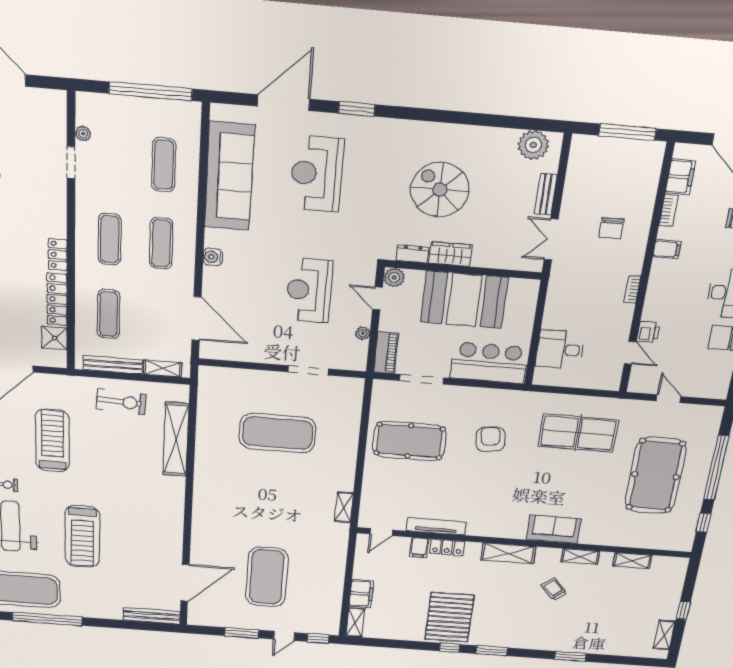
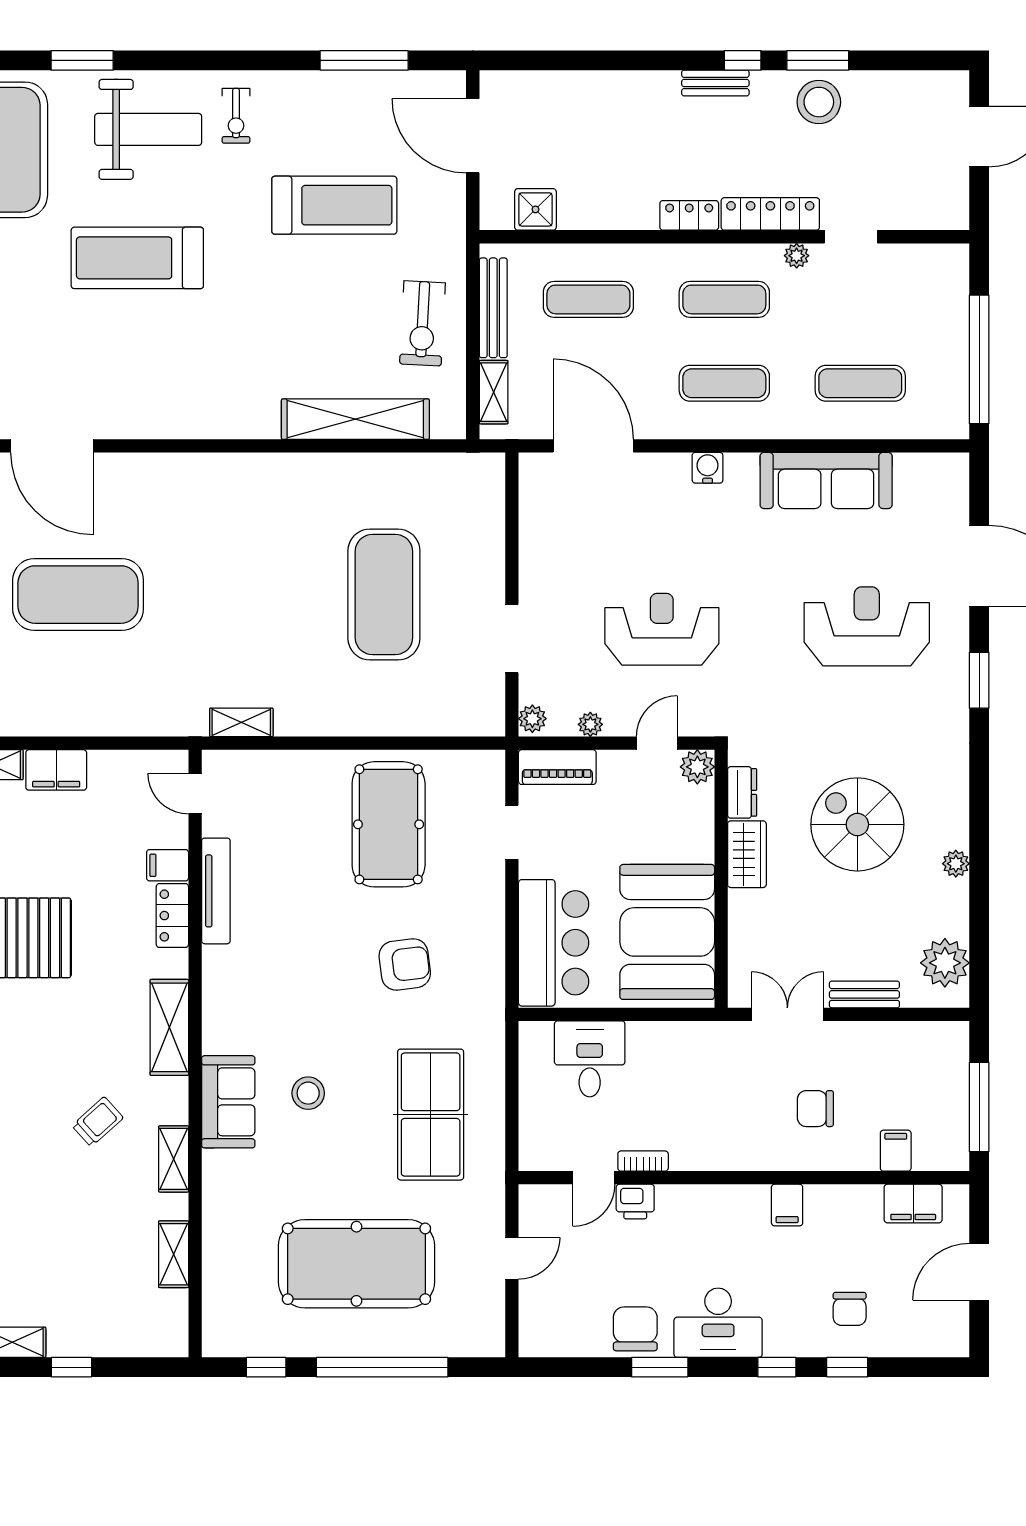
plant: (472, 133) -> (956, 864), added
plant: (83, 134) -> (797, 256), moved
sofa: (229, 176) -> (826, 480), width x0.74, depth x0.79
filing cabinet: (646, 184) -> (896, 1151), added
spiral stairs: (440, 190) -> (857, 824), turned -90
bookcase: (668, 211) -> (854, 1195), removed
bookcase: (632, 289) -> (643, 1161), moved
locker: (57, 299) -> (770, 214), moved
booth: (464, 300) -> (667, 932), moved
door: (197, 318) -> (593, 446), swing flipped
plant: (356, 363) -> (532, 719), added
doorway: (422, 379) -> (512, 832), width x0.73
stool: (556, 491) -> (308, 1093), added

